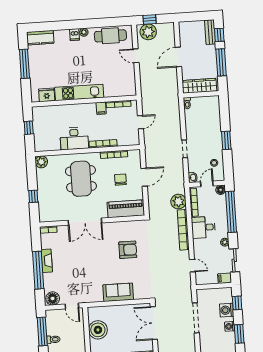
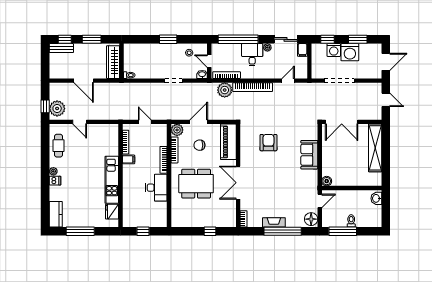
cafe table: (110, 36) -> (59, 146), width x0.73, depth x0.74
door: (136, 56) -> (80, 122), hinge flipped
window: (221, 62) -> (92, 39), width x0.69
plant: (41, 162) -> (177, 130), moved
door: (144, 177) -> (199, 122), hinge flipped
floor lamp: (221, 190) -> (216, 48), removed
double door: (85, 222) -> (238, 183), swing flipped
desk: (203, 227) -> (252, 55), moved, turned 180
washing machine: (230, 326) -> (350, 52), width x1.89, depth x1.89
boiler: (98, 330) -> (327, 181), moved, width x0.54, depth x0.54

